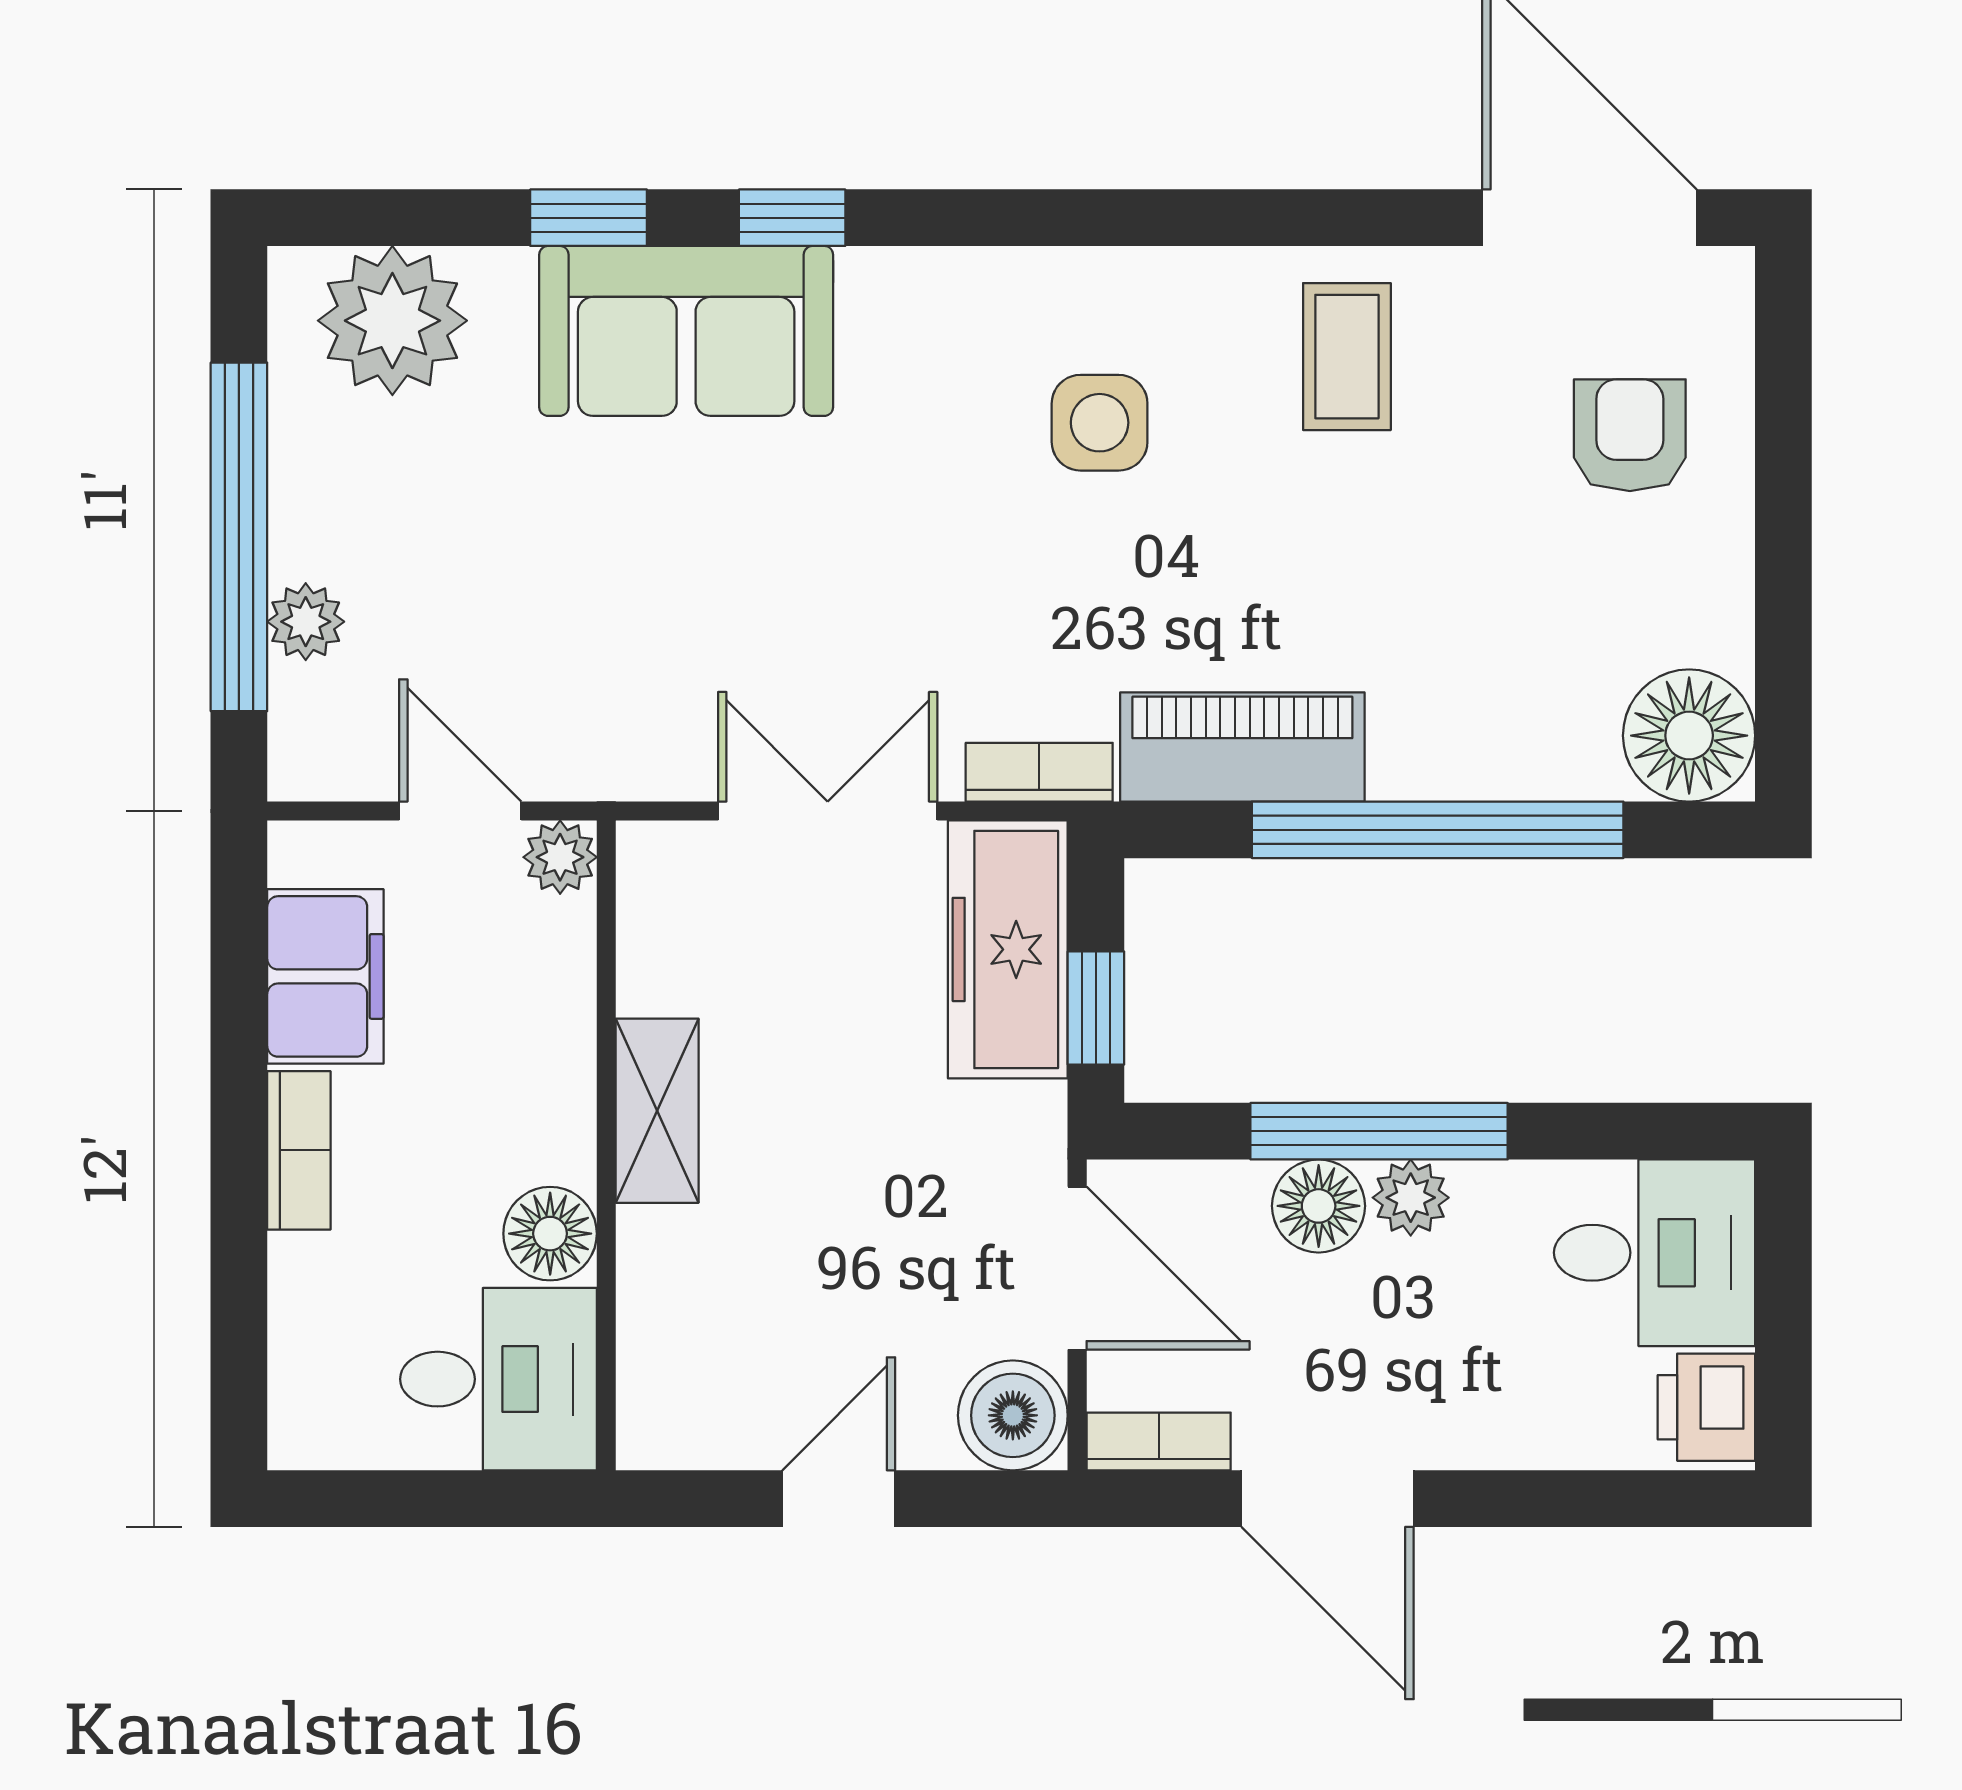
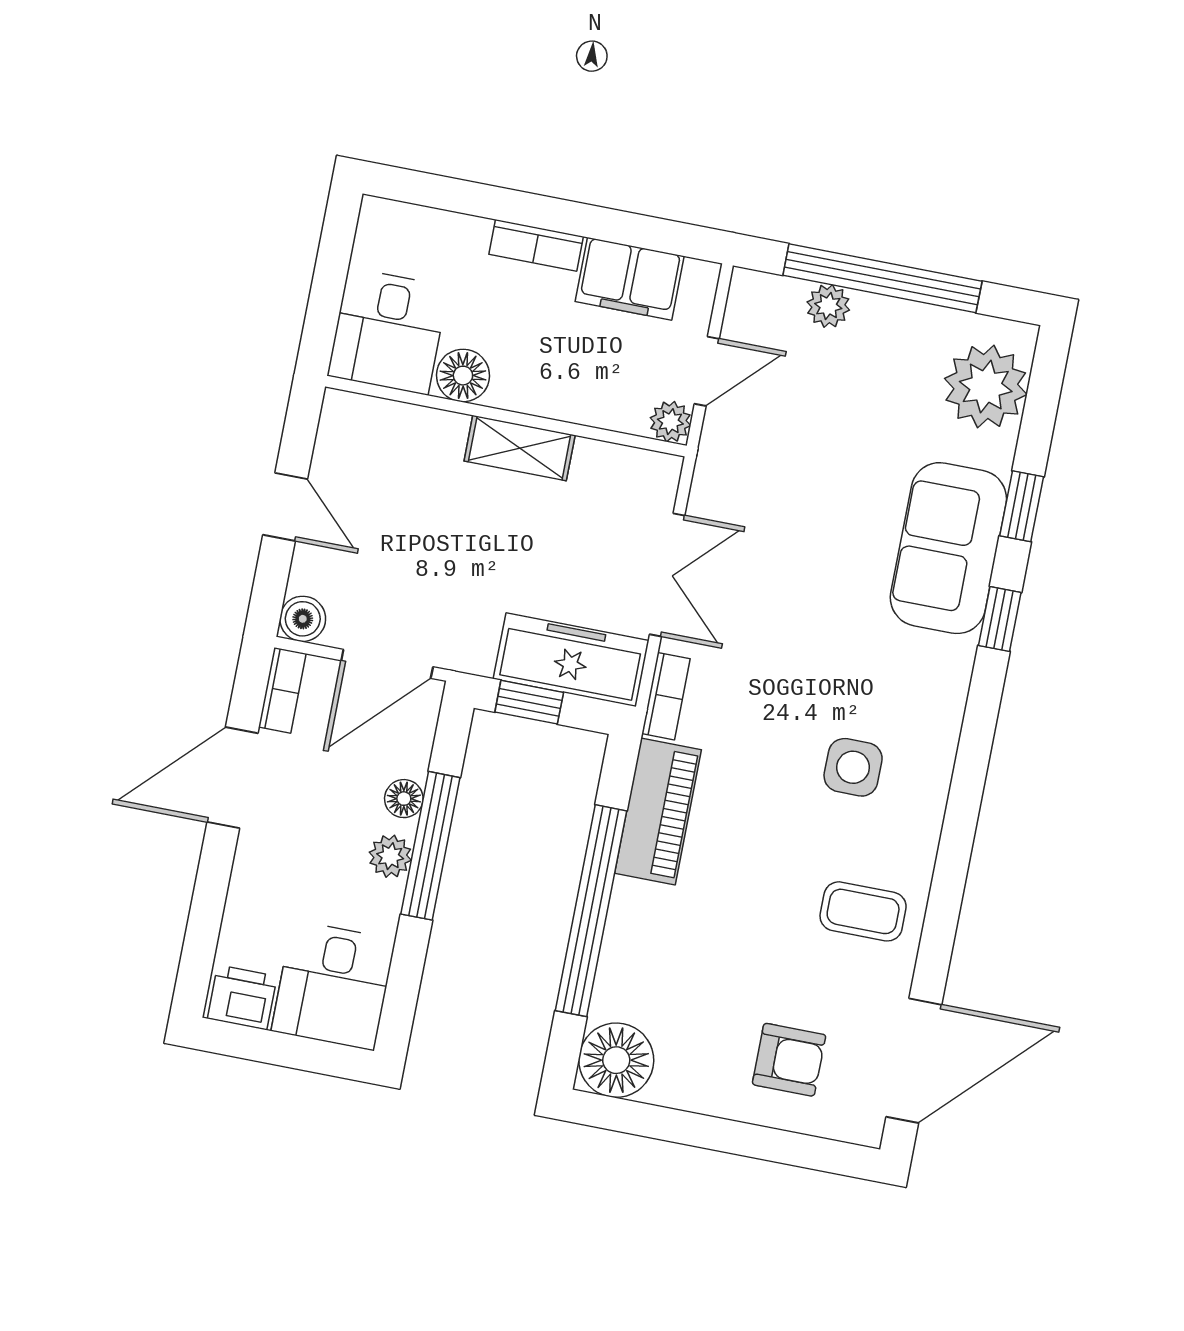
floor lamp: (1319, 1206) -> (404, 799), width x0.73, depth x0.73
boiler: (1013, 1415) -> (303, 619), width x0.73, depth x0.73

